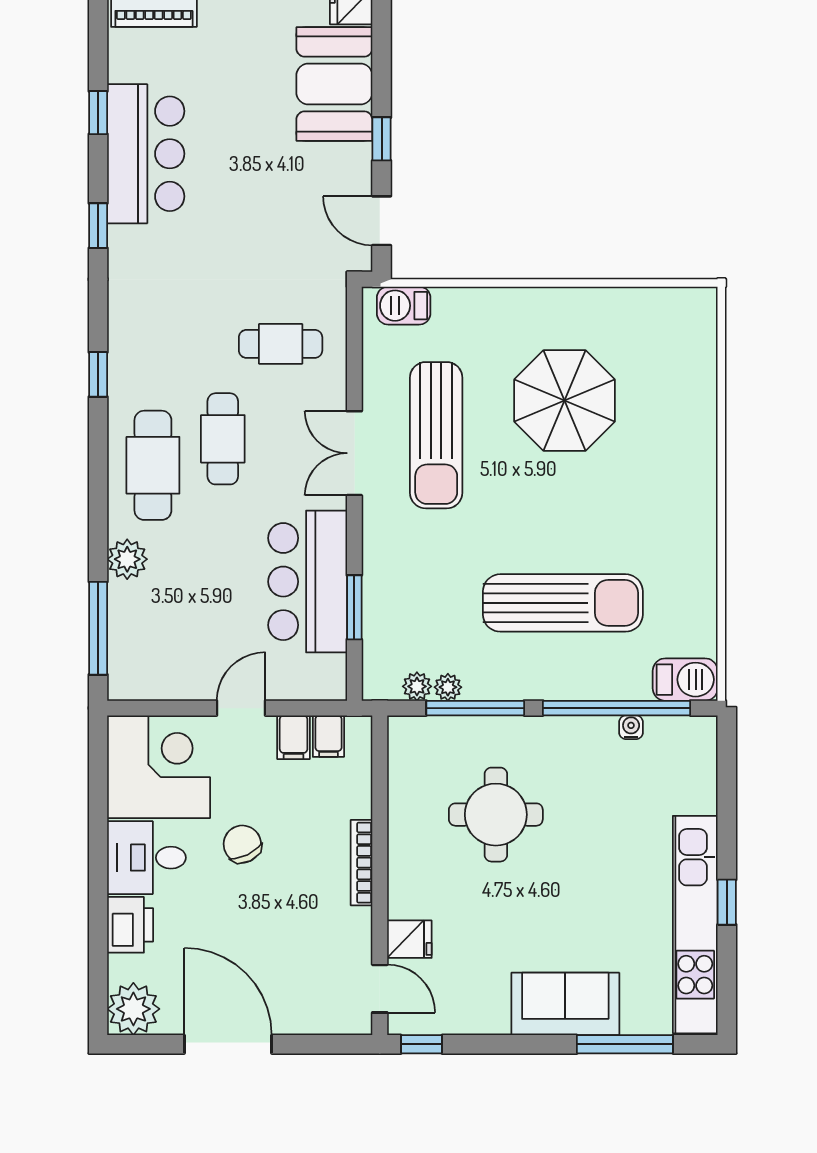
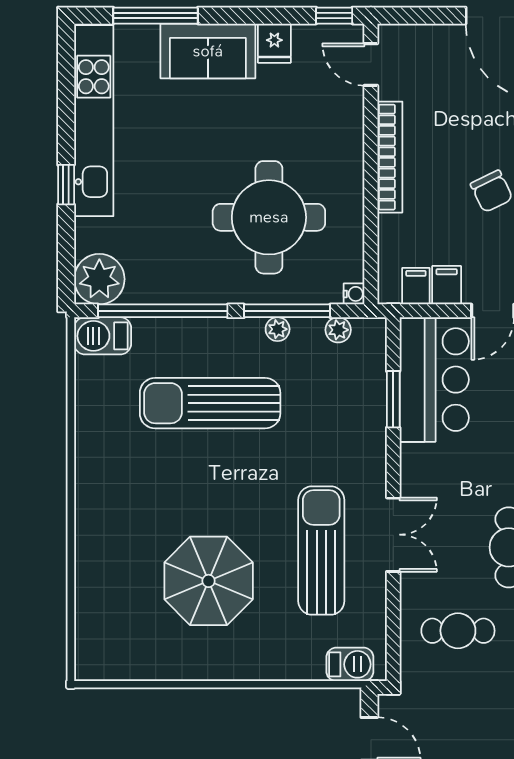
bar counter: (308, 582) -> (434, 380), moved
plant: (448, 687) -> (278, 329), moved
water cooler: (631, 727) -> (354, 294), moved, turned -90
plant: (689, 744) -> (99, 279), added
round table: (496, 815) -> (269, 217), width x1.36, depth x1.36
bookcase: (362, 863) -> (390, 157), width x1.48, depth x1.31
window: (727, 902) -> (66, 185), moved
fridge: (409, 939) -> (274, 43), moved, turned -90

